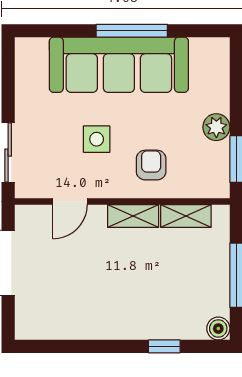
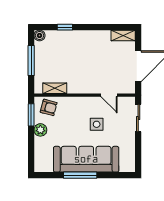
armchair: (151, 165) -> (49, 107), moved, turned -75
door: (70, 201) -> (109, 95), swing flipped
shelving: (133, 216) -> (123, 35), moved

